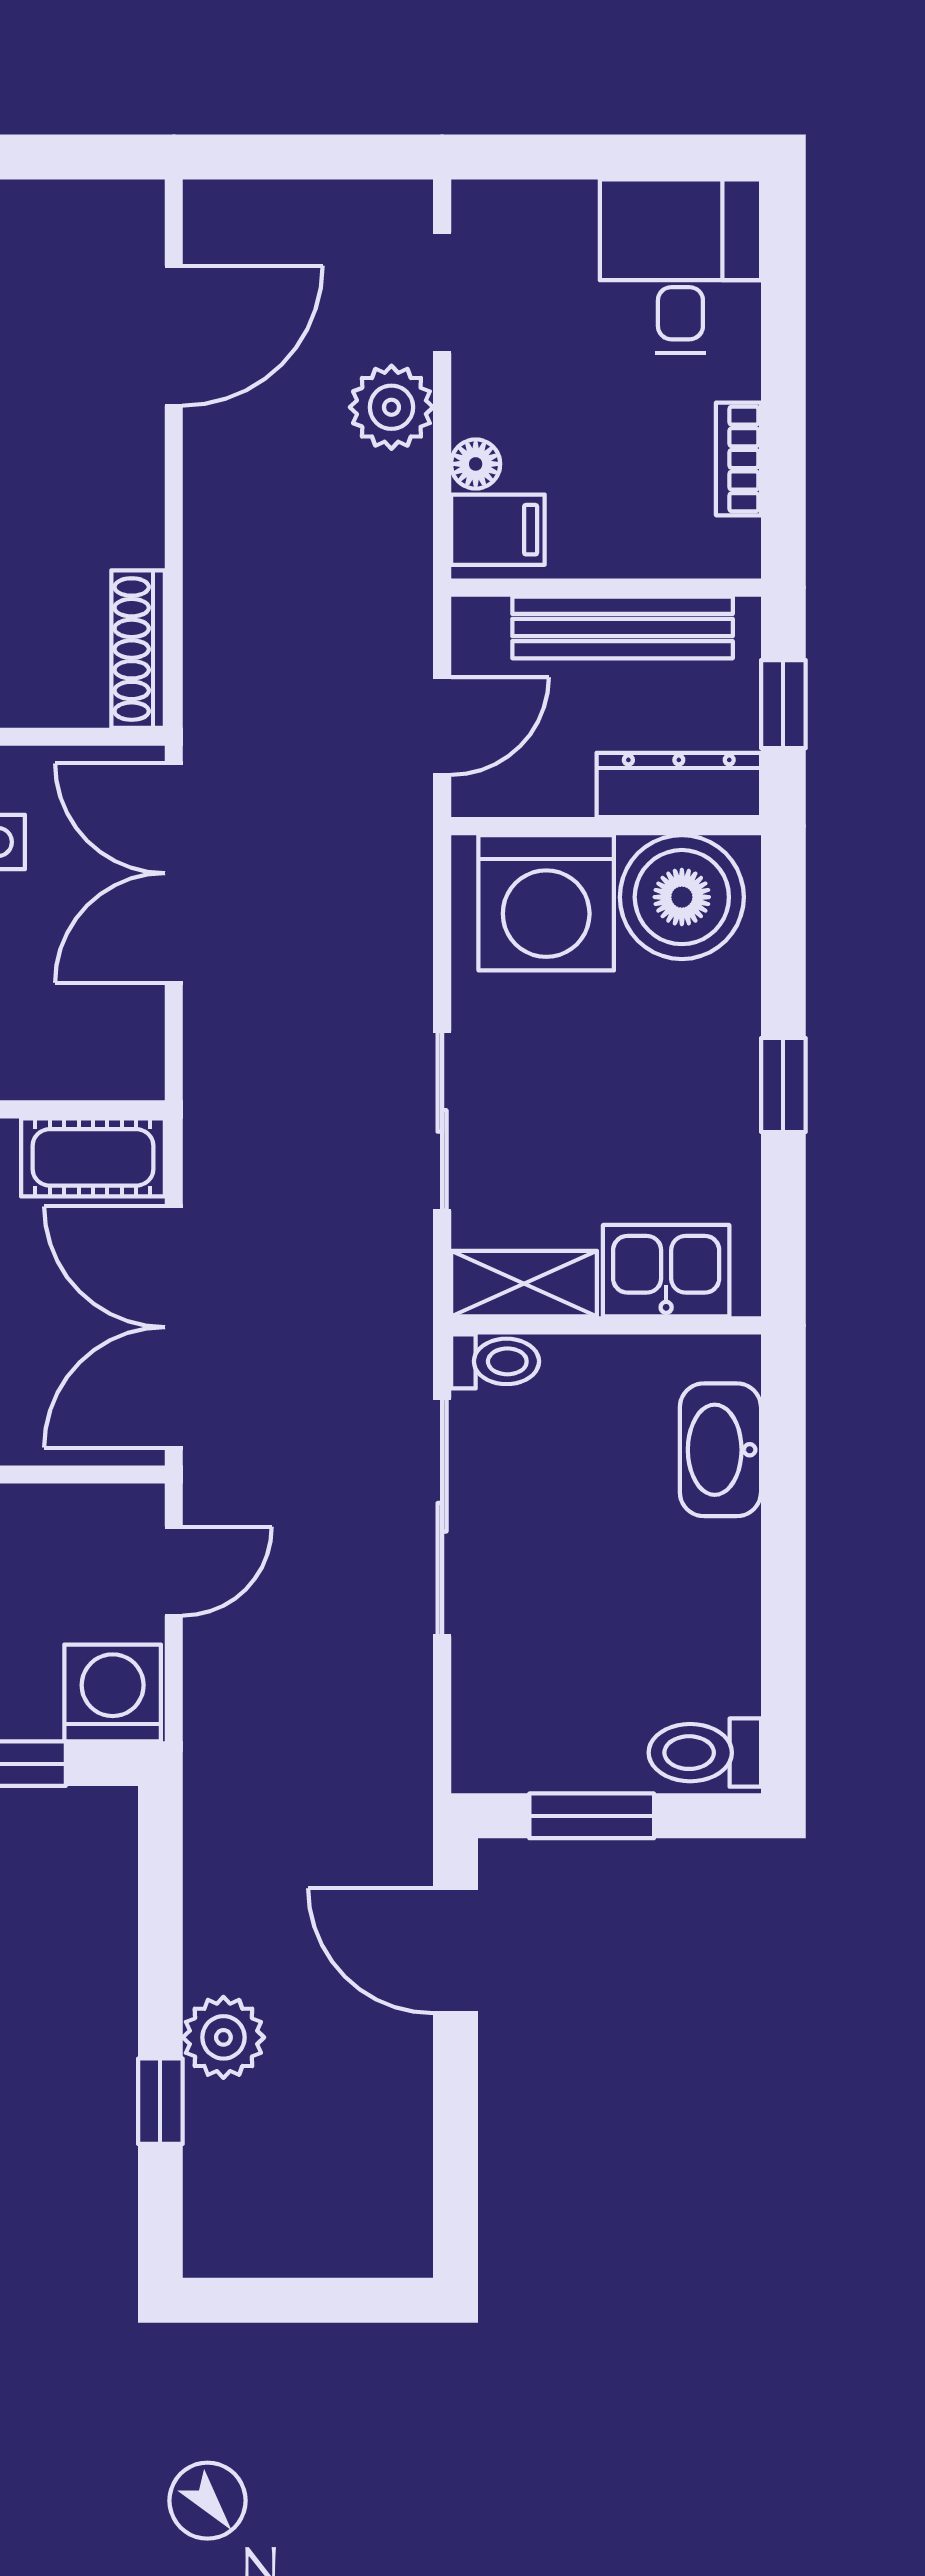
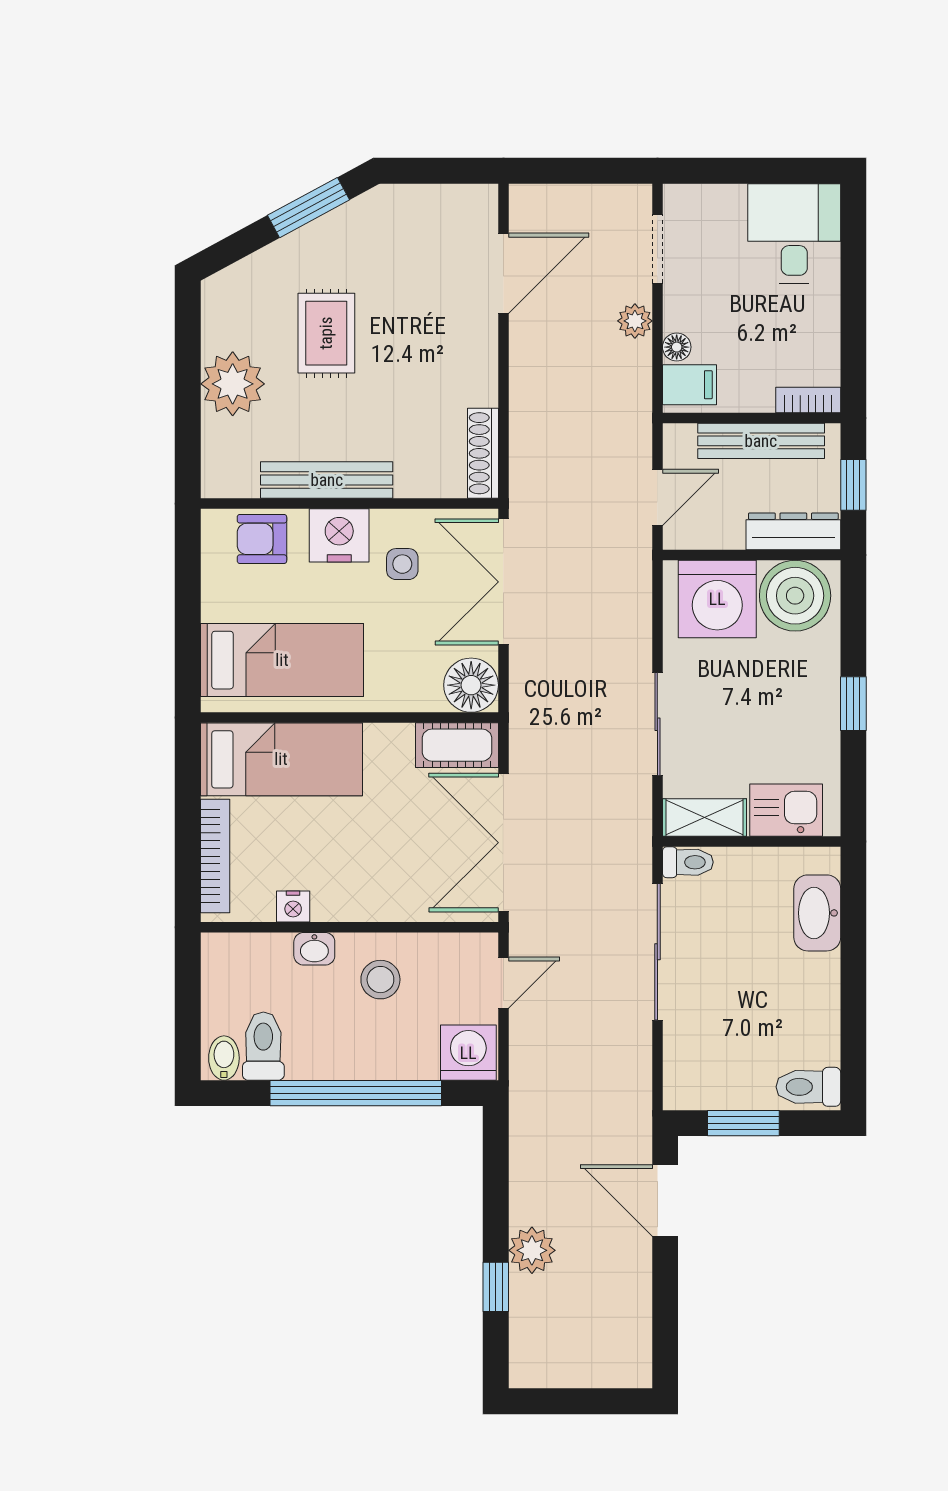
plant: (391, 407) -> (635, 321), width x0.73, depth x0.73
bookcase: (738, 459) -> (808, 400), moved, turned 90
floor lamp: (117, 1053) -> (471, 685), added

